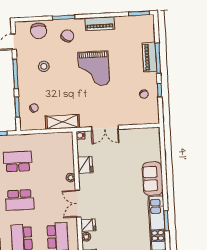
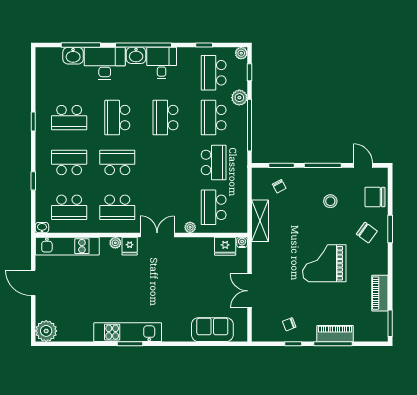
piano: (100, 24) -> (380, 293), moved
double door: (105, 128) -> (249, 291), moved
fridge: (85, 165) -> (225, 246), moved
sofa: (153, 179) -> (212, 330), moved
school desk: (20, 200) -> (214, 207), moved

